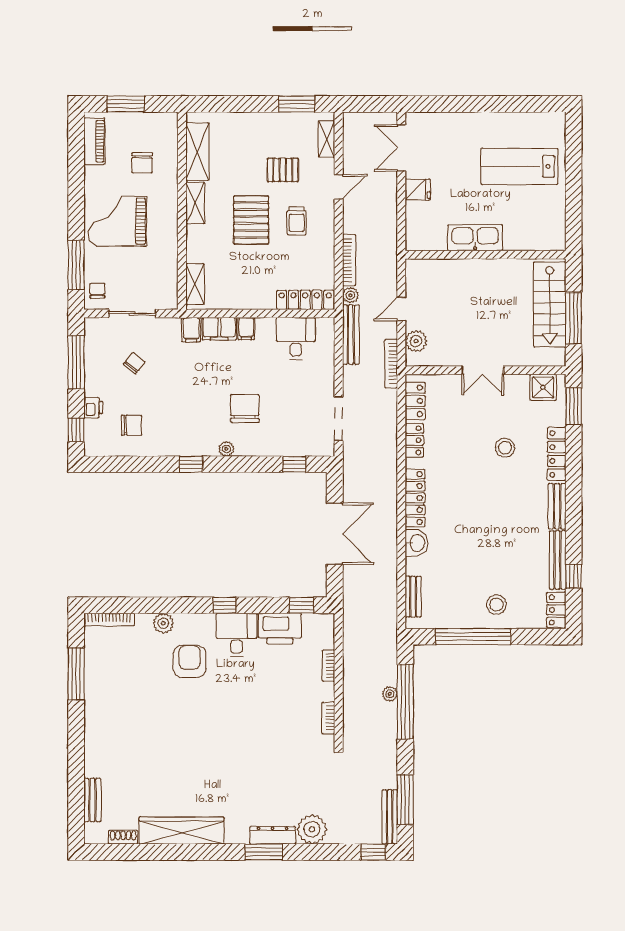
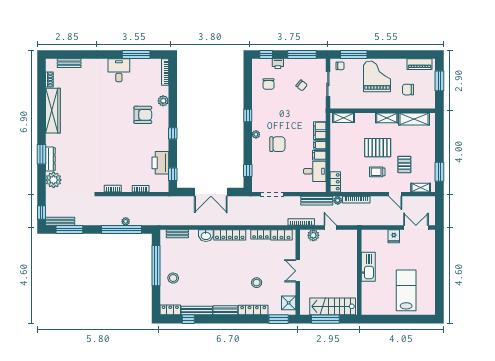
locker: (305, 300) -> (335, 182), width x0.66
filing cabinet: (191, 330) -> (319, 155), moved
desk: (237, 635) -> (119, 70), moved, turned -90

